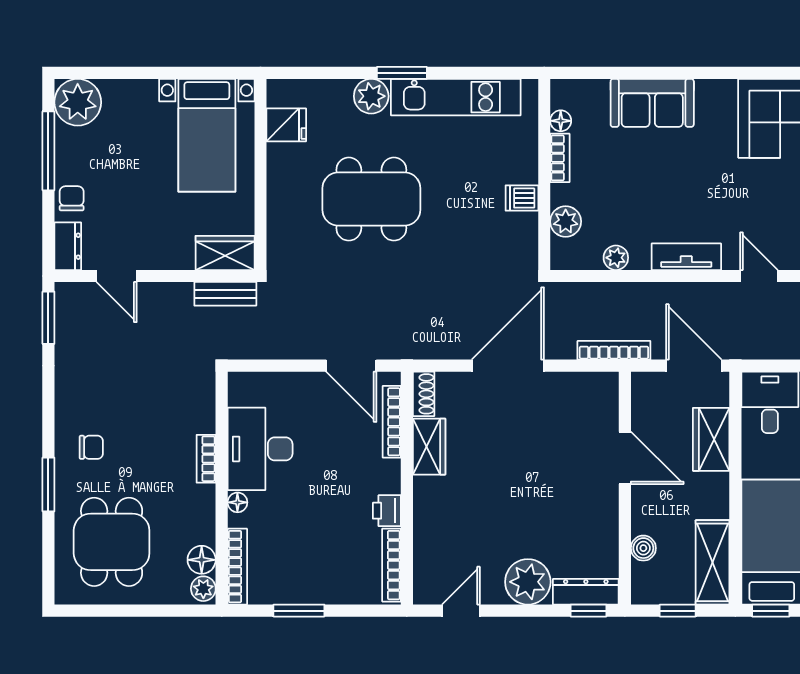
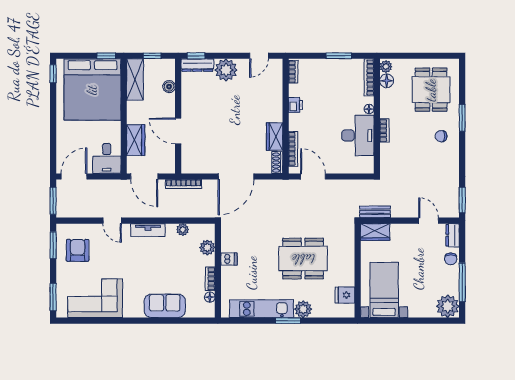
bookcase: (392, 565) -> (293, 72), width x0.64

